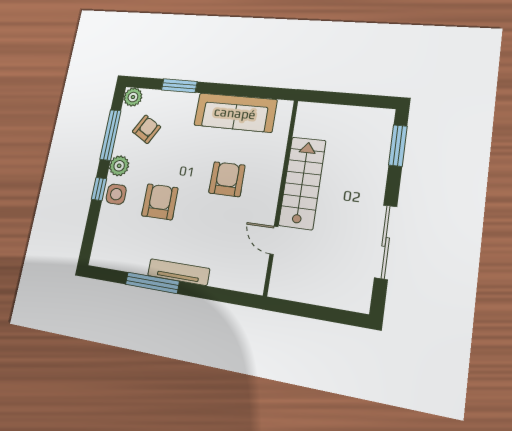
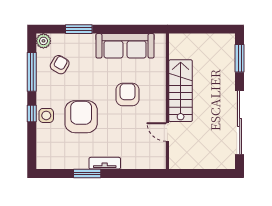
plant: (119, 166) -> (44, 94), removed
armchair: (160, 202) -> (81, 117), width x1.36, depth x1.36
sliding door: (386, 242) -> (240, 122), width x1.36
tv unit: (178, 272) -> (105, 163), width x0.71
window: (152, 283) -> (87, 173), width x0.69

